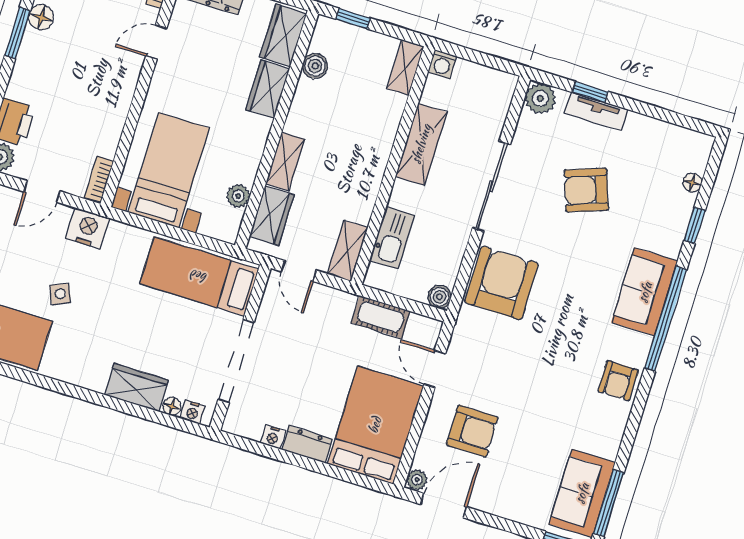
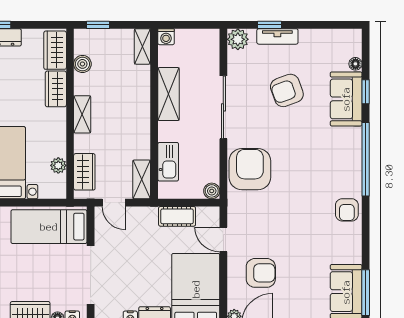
shelving: (285, 162) -> (82, 114), moved
sofa: (645, 292) -> (346, 99), moved

